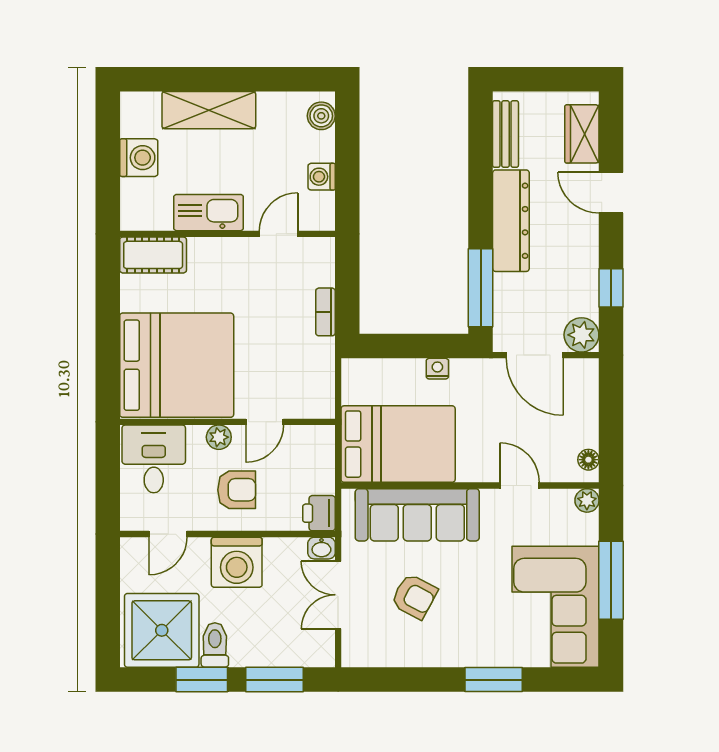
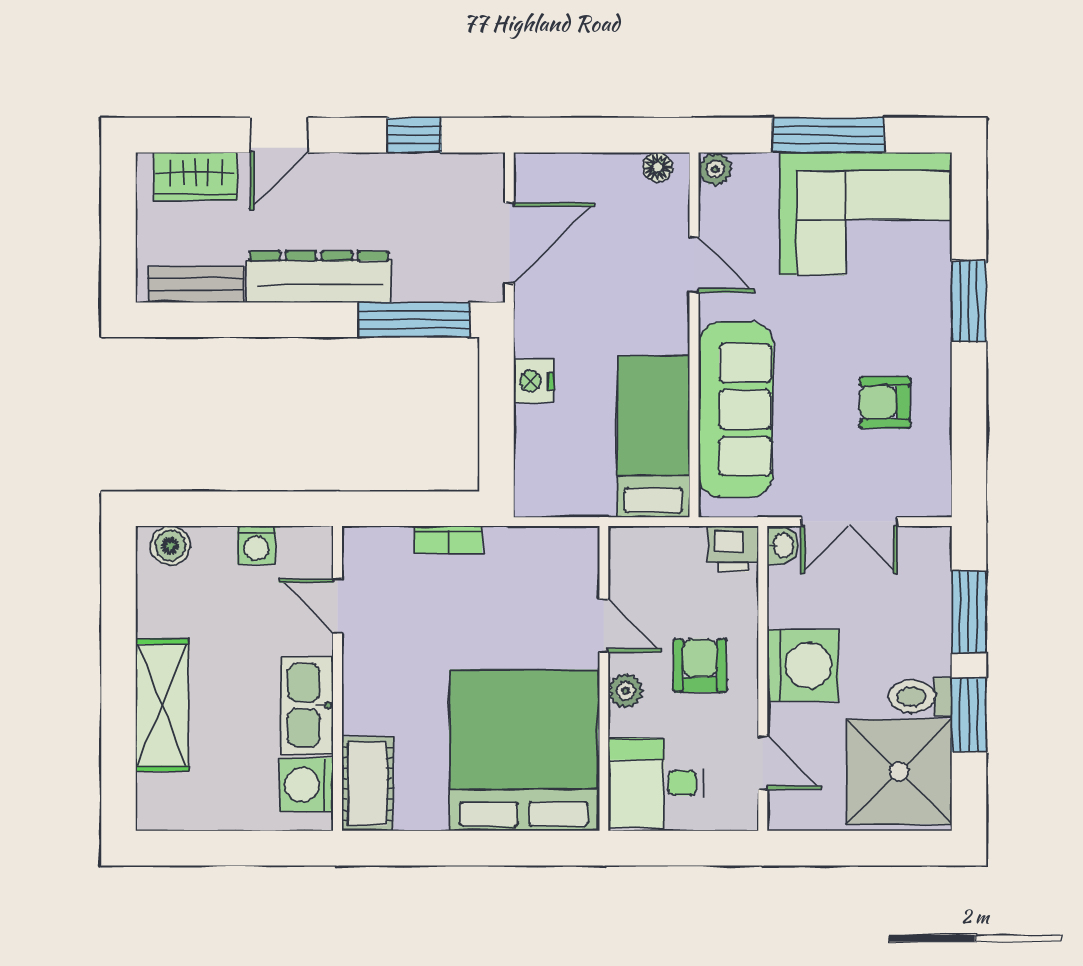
washing machine: (139, 158) -> (306, 785), moved, turned -90
plant: (581, 335) -> (481, 177), removed
nightstand: (437, 369) -> (534, 381), width x1.39, depth x1.35
bed: (398, 444) -> (653, 437), width x0.67
door: (520, 486) -> (694, 265), swing flipped
armchair: (414, 596) -> (885, 403), moved, turned -118

